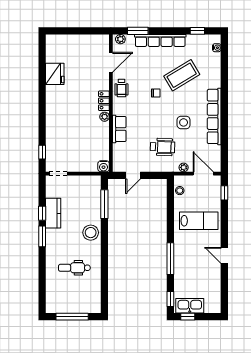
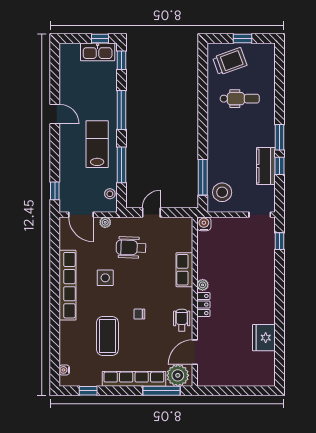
window: (138, 31) -> (162, 391), width x1.44
plant: (120, 39) -> (178, 375), width x1.87, depth x1.87
coffee table: (182, 75) -> (107, 336), turned -59
door: (133, 175) -> (151, 212), moved
window: (170, 214) -> (121, 165), added
lab bench: (199, 221) -> (97, 144), moved, turned 90
stool: (91, 233) -> (222, 192), moved
trolley: (82, 298) -> (230, 61), added
window: (72, 317) -> (242, 39), width x0.46

